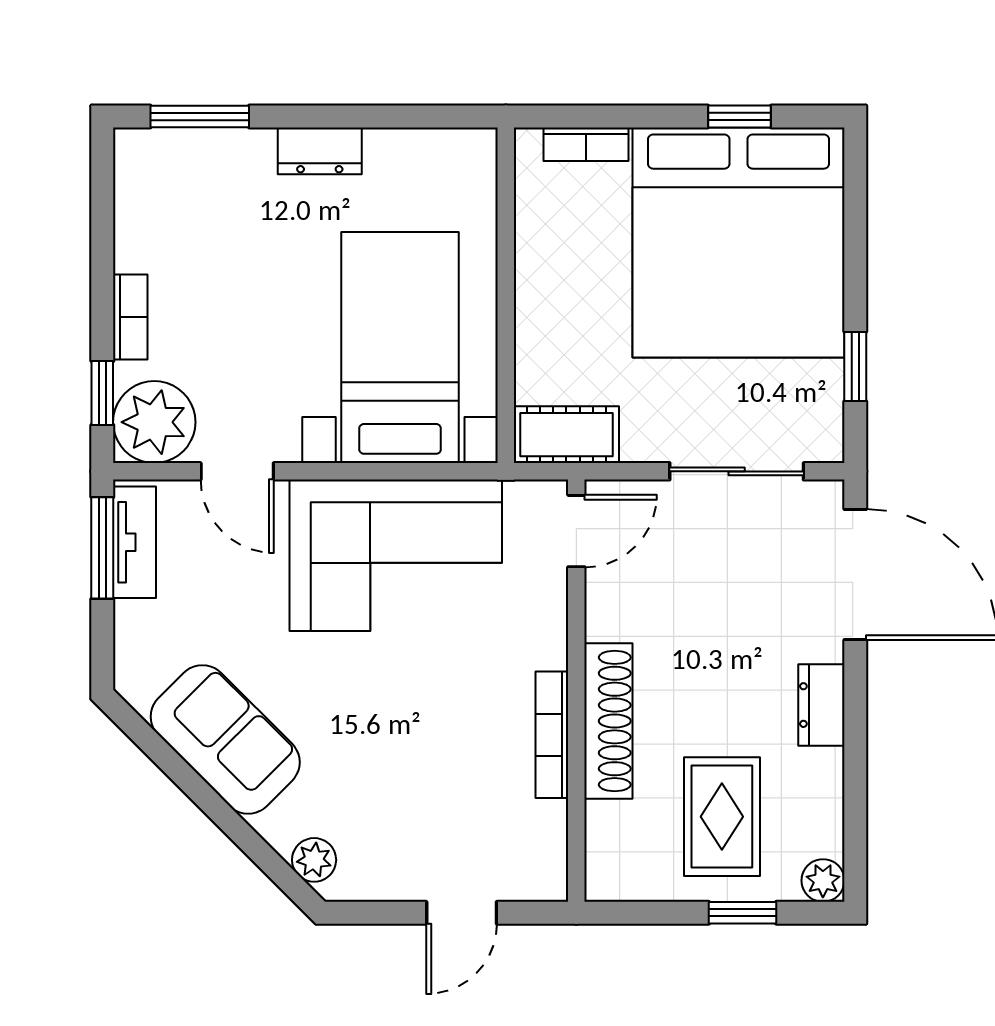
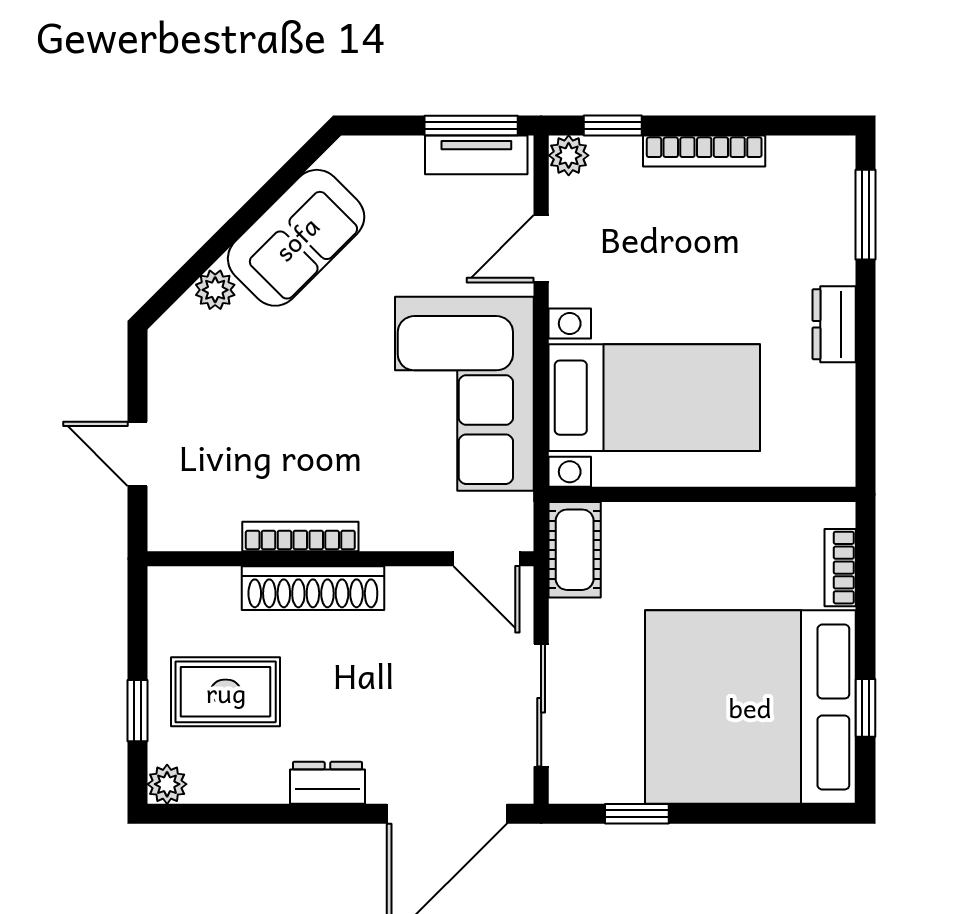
bookcase: (130, 317) -> (704, 151), width x1.56
plant: (154, 422) -> (569, 155), width x0.53, depth x0.53
plant: (314, 860) -> (215, 290), moved

